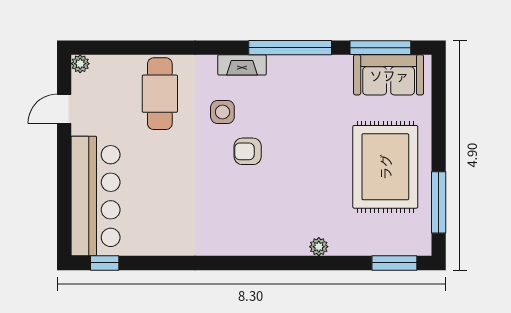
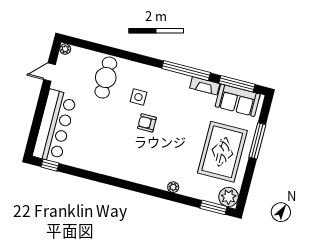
fireplace: (242, 65) -> (205, 86), moved
window: (439, 202) -> (257, 141), moved
plant: (415, 239) -> (229, 197), added

